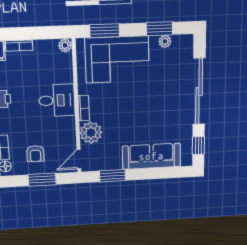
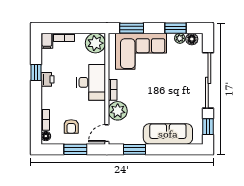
floor lamp: (180, 42) -> (192, 39), added
plant: (65, 45) -> (95, 43), width x1.87, depth x1.87
desk: (57, 100) -> (91, 82), width x1.37

